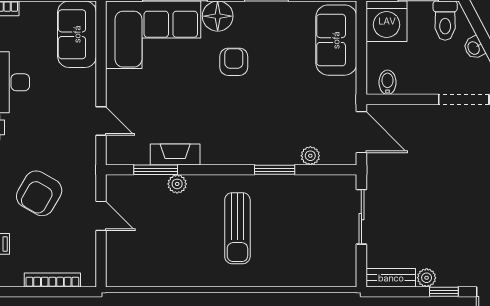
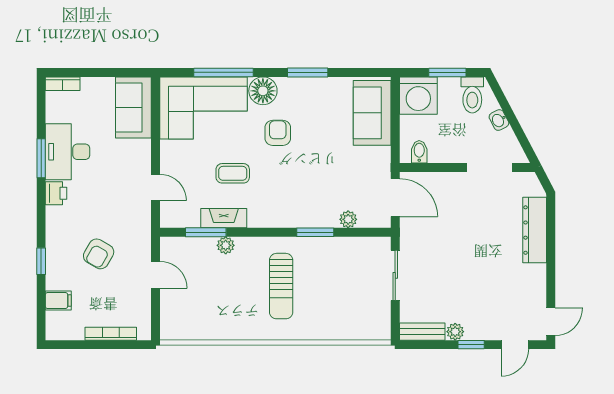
coffee table: (185, 106) -> (233, 173), added
armchair: (39, 193) -> (99, 254), width x0.72, depth x0.72

